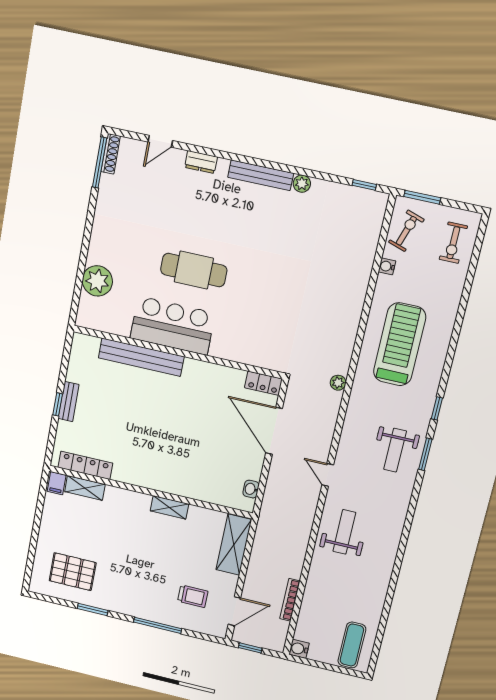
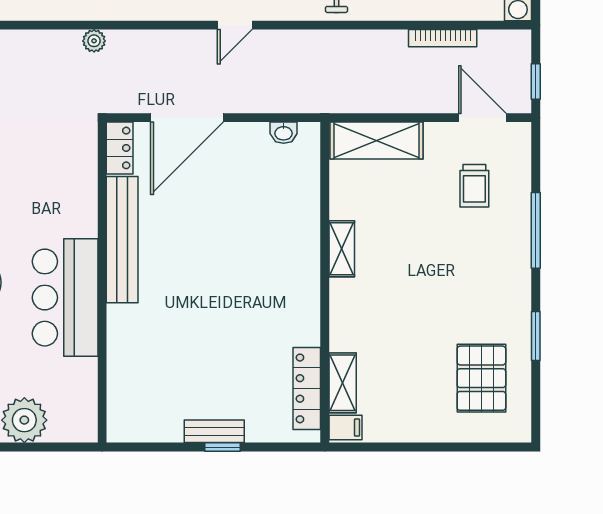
bench: (141, 357) -> (122, 240), moved
trolley: (193, 596) -> (474, 186), turned 180

